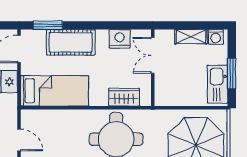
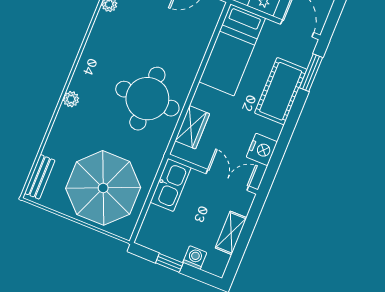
washing machine: (216, 37) -> (195, 258), moved, turned 90
window: (232, 74) -> (169, 263), width x0.67
kitchen sink: (218, 84) -> (171, 185), moved, turned 90

